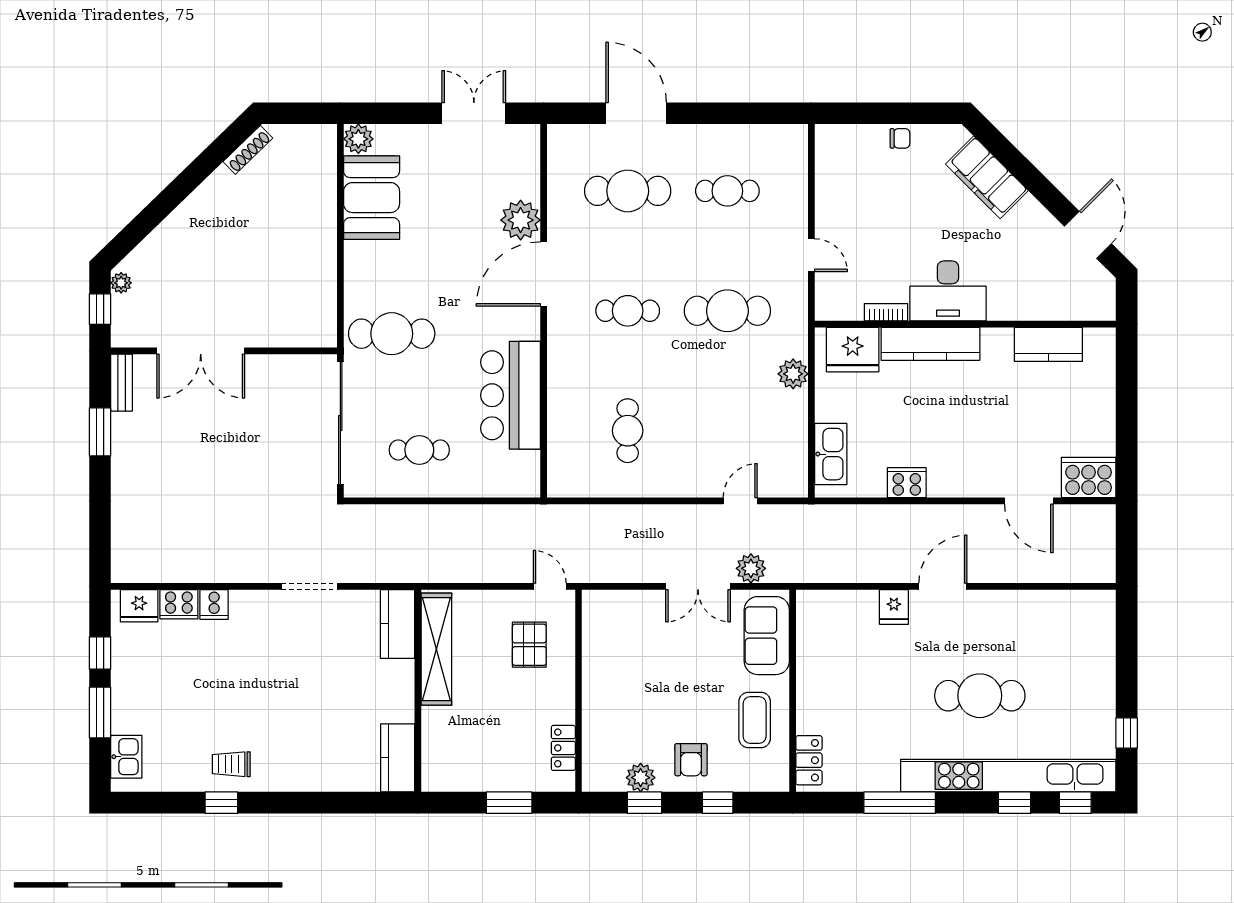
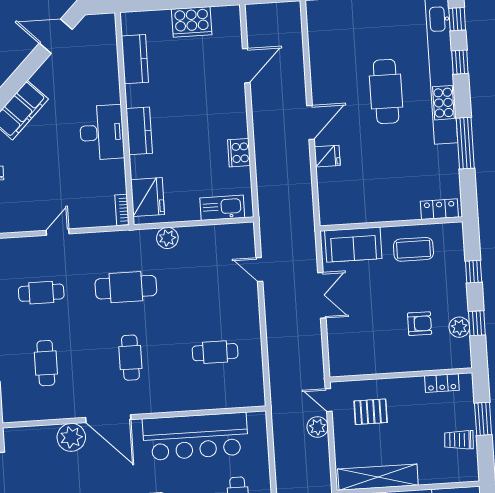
cafe table: (628, 191) -> (46, 363), width x0.73, depth x0.74
cafe table: (727, 191) -> (41, 293), turned 90
door: (811, 255) -> (58, 232), moved
cafe table: (727, 311) -> (126, 287), turned 90
bookcase: (886, 312) -> (122, 210), moved
kitchen counter: (930, 344) -> (139, 131), width x0.67
bar counter: (511, 395) -> (195, 436), width x1.36
cooker: (1089, 477) -> (192, 22), moved, turned -90
plant: (751, 568) -> (318, 427), moved
door: (550, 586) -> (329, 400), hinge flipped
door: (943, 586) -> (311, 123), swing flipped
armchair: (691, 760) -> (420, 324), moved
trolley: (482, 767) -> (459, 440), added

